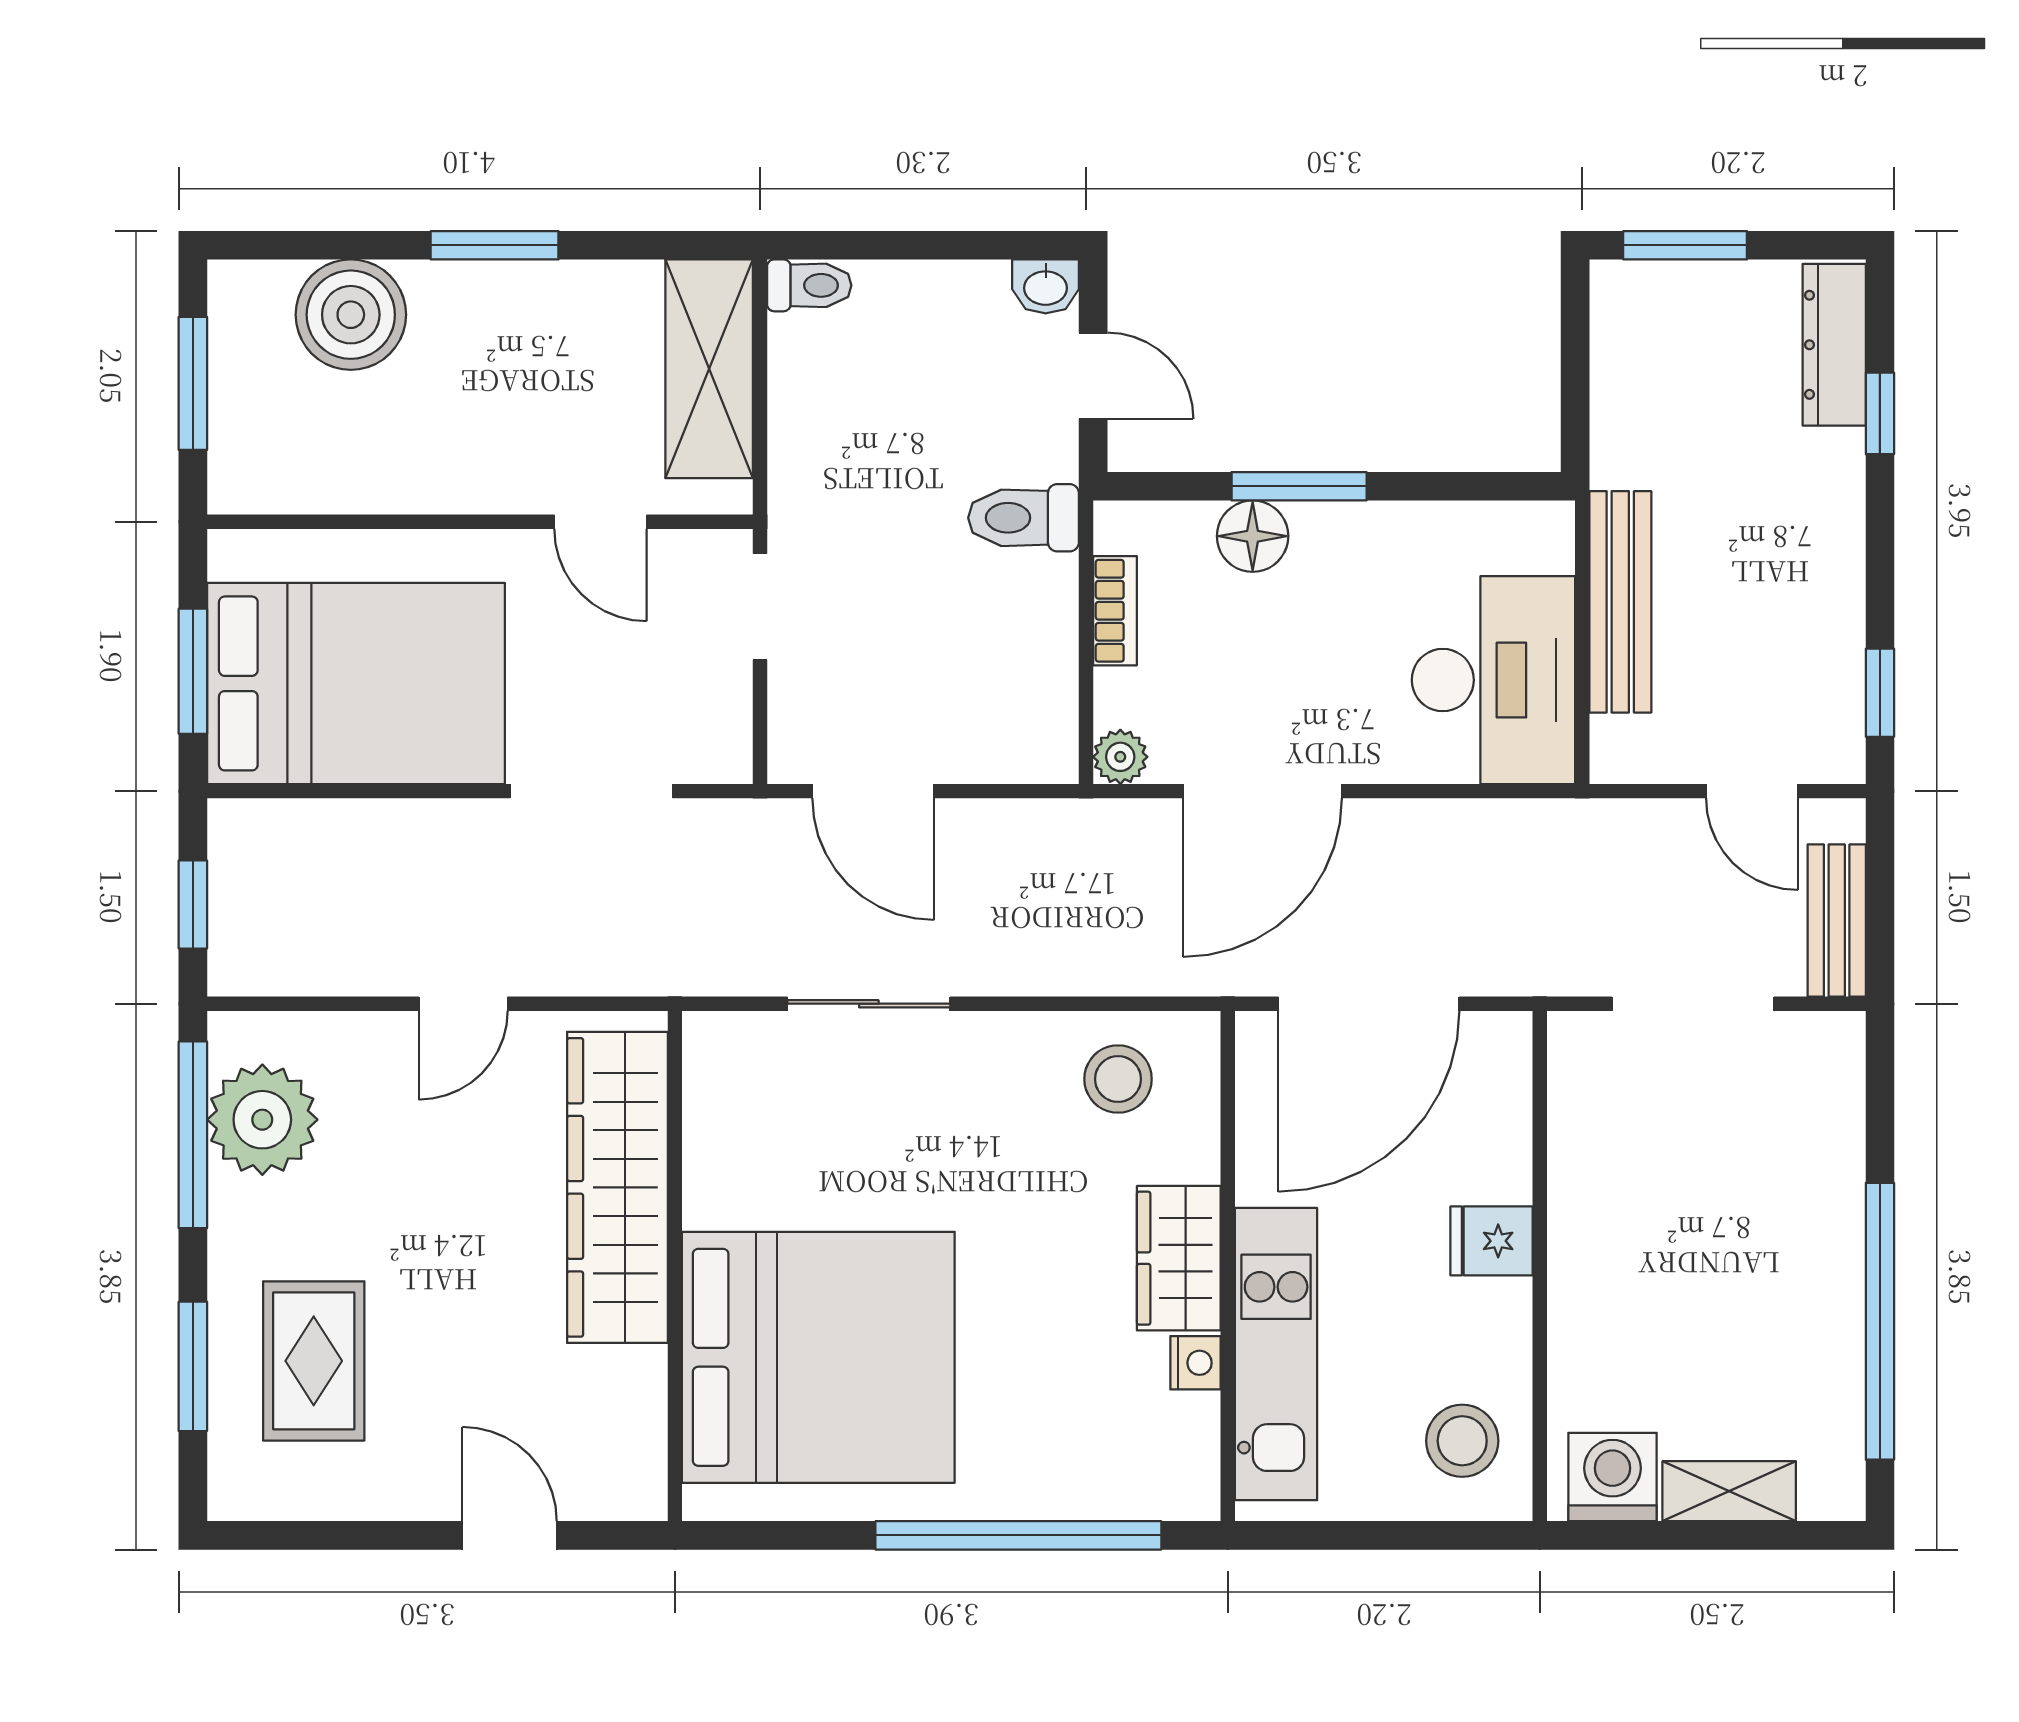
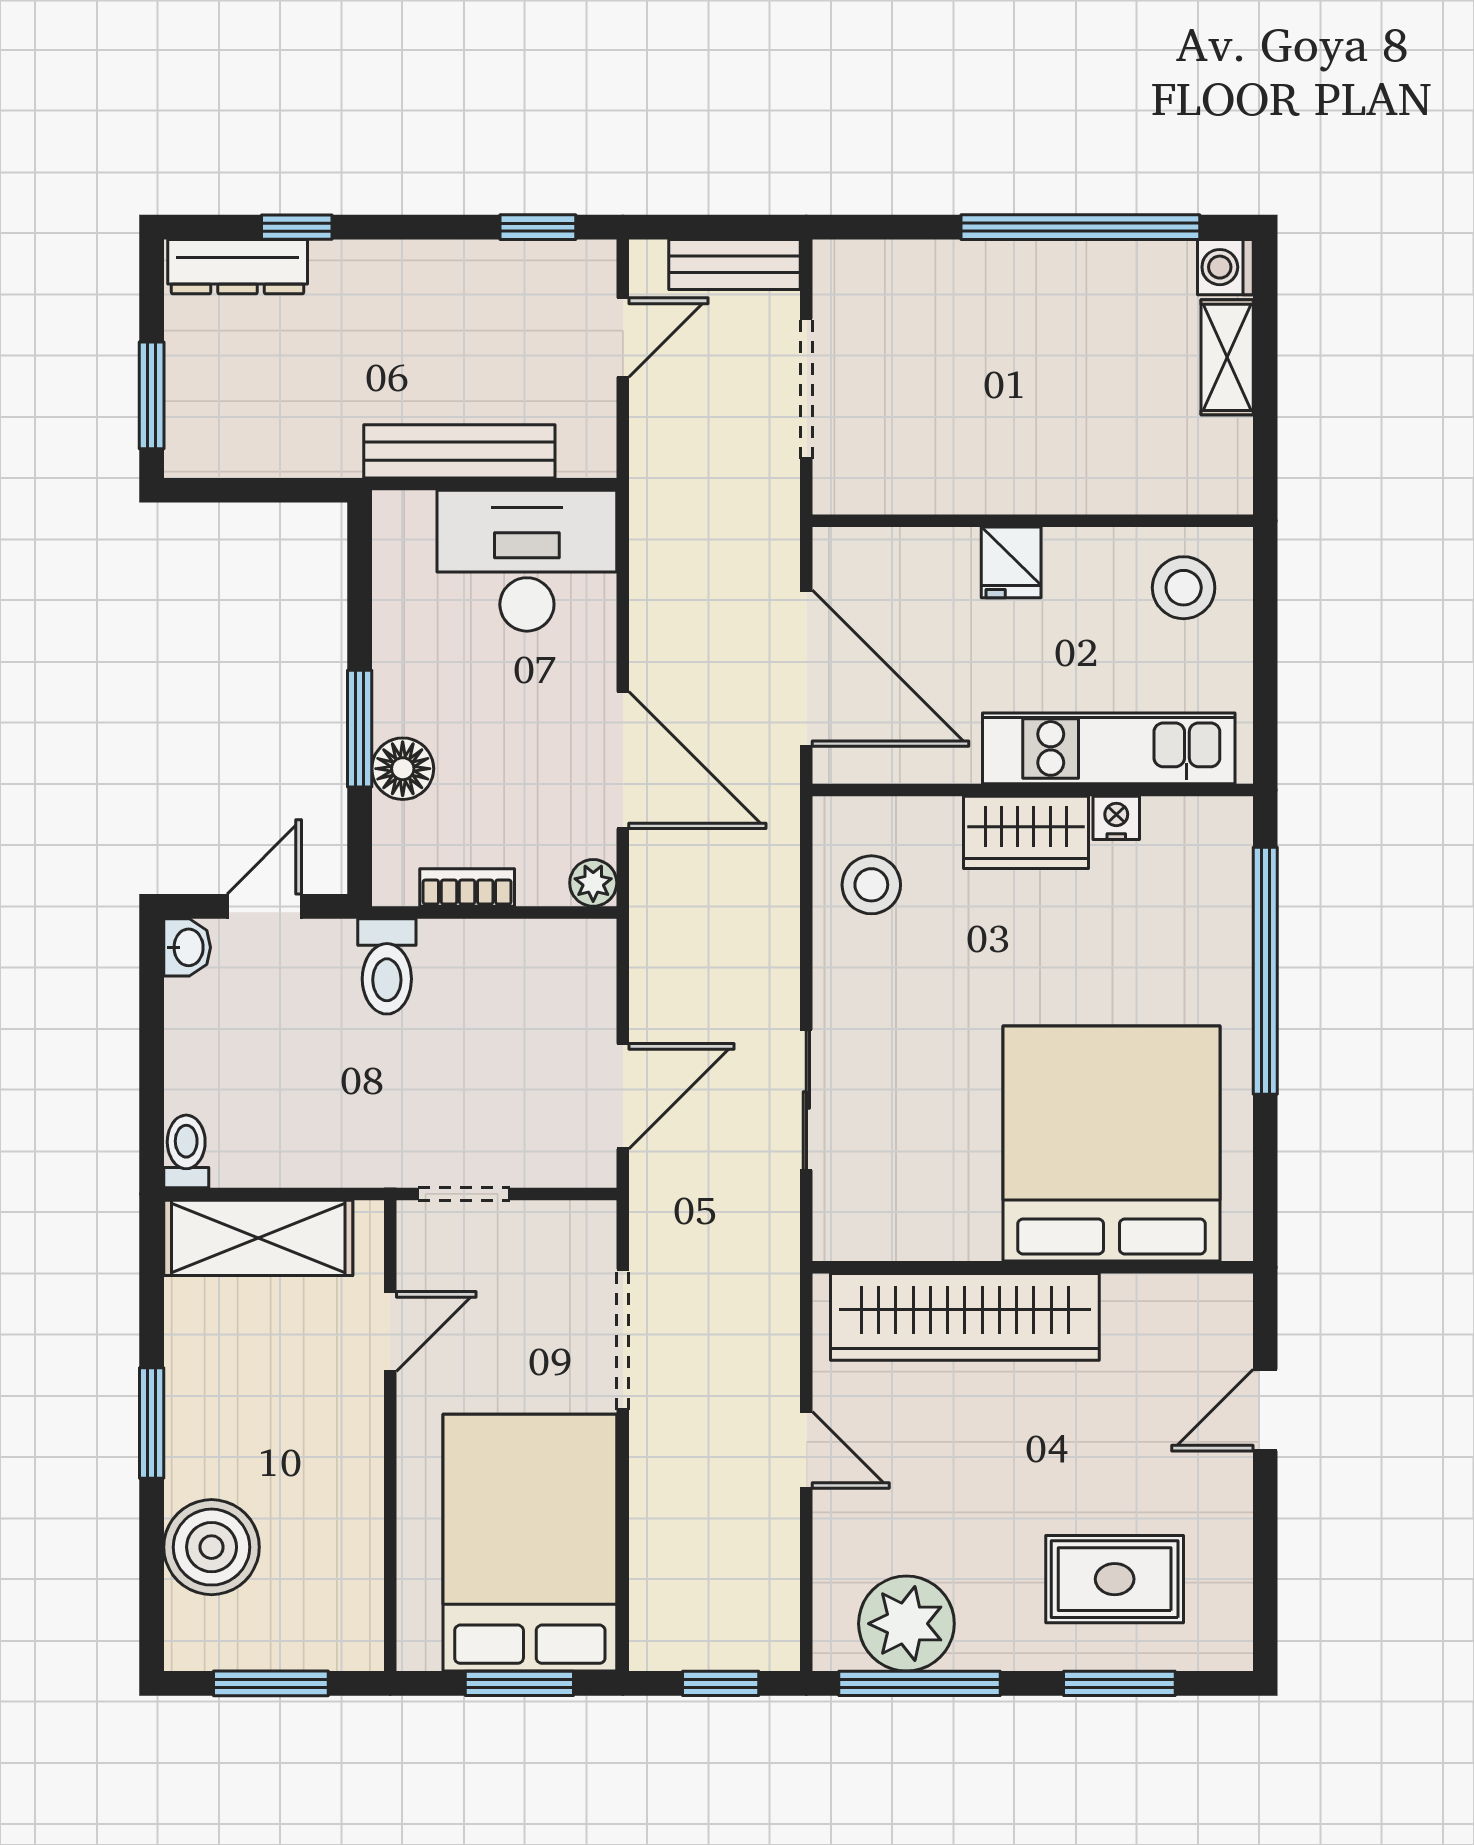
washing machine: (1612, 1477) -> (1225, 267), moved, width x0.73, depth x0.73

